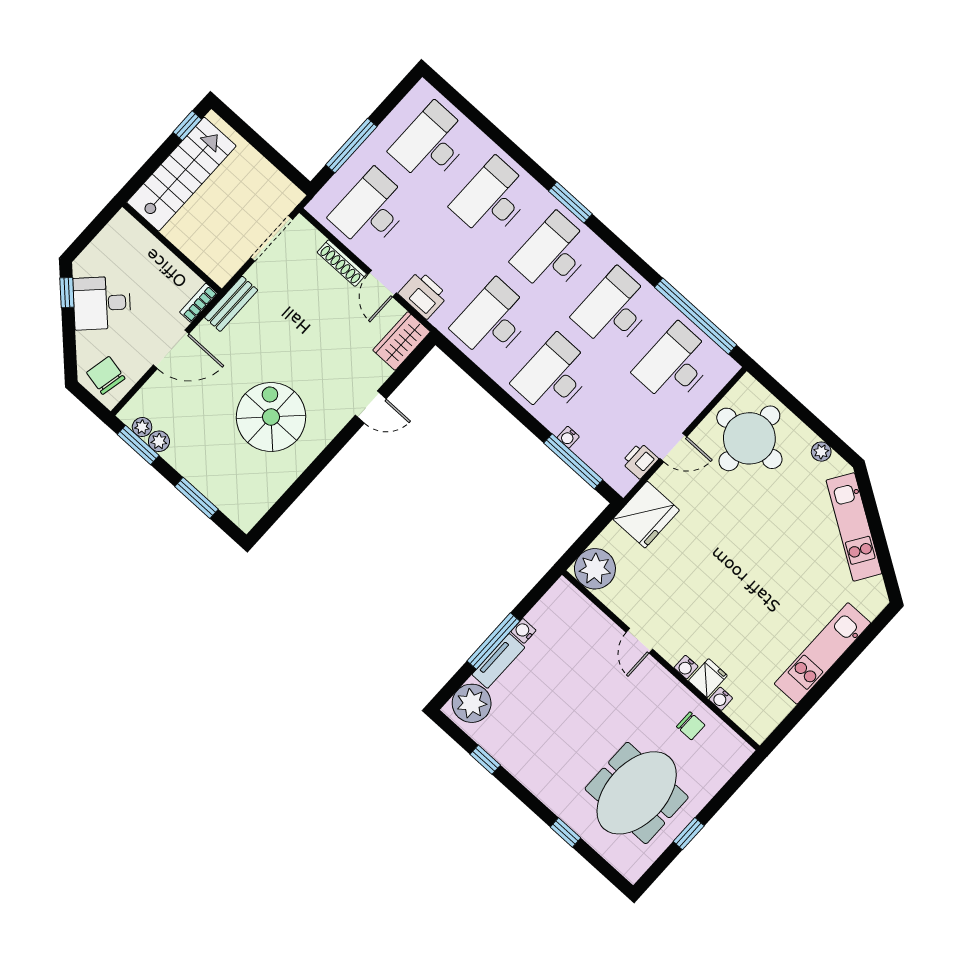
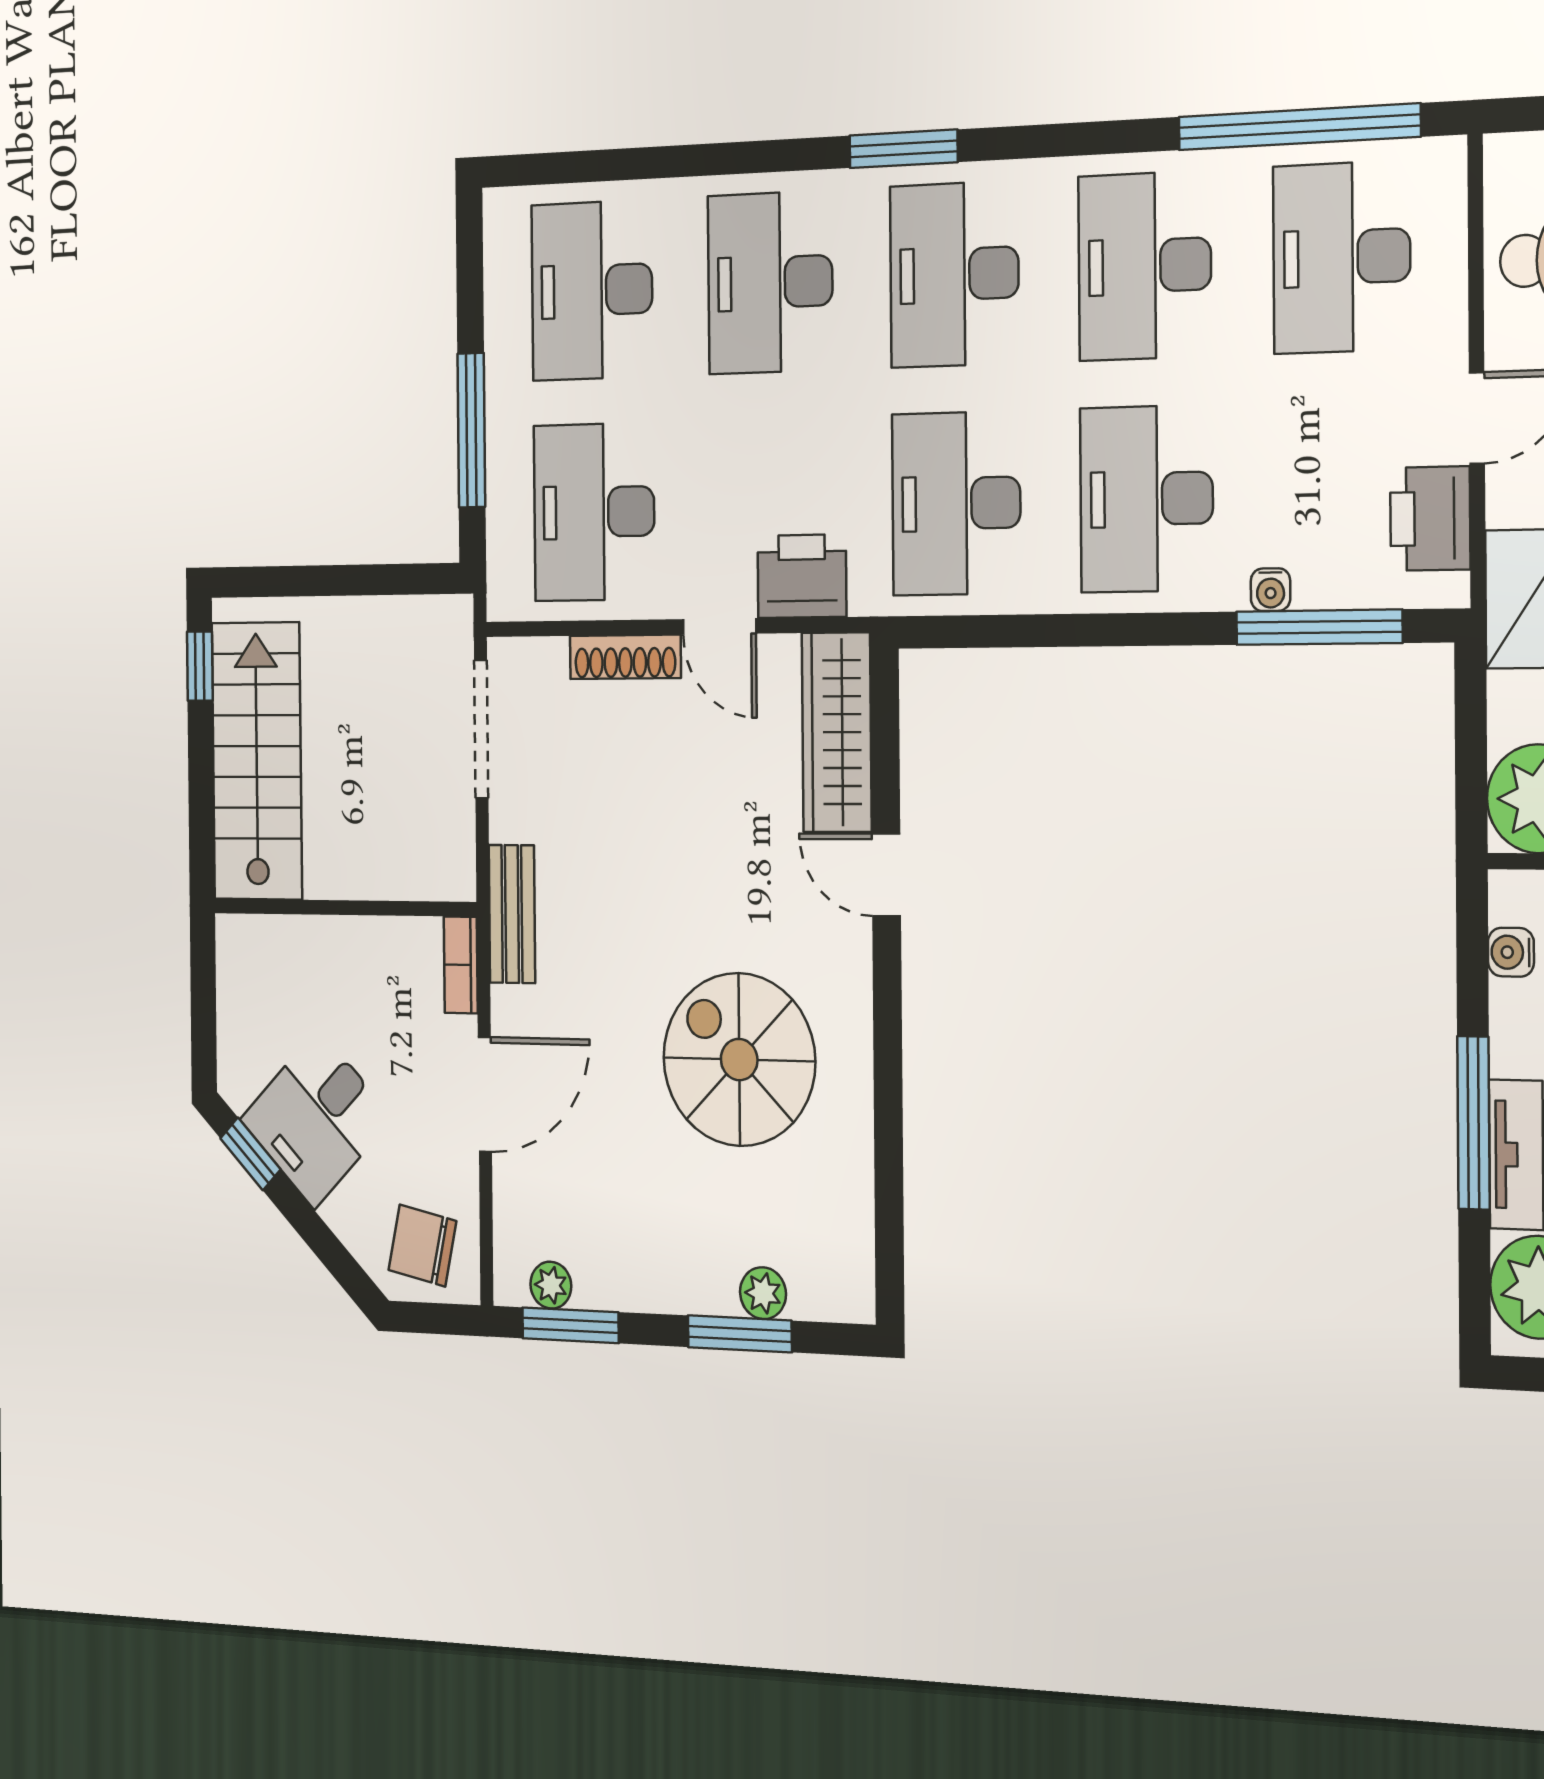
wardrobe: (401, 341) -> (837, 732), width x1.50
door: (371, 407) -> (886, 875), swing flipped
plant: (159, 441) -> (763, 1293), moved
printer: (640, 461) -> (1430, 519), width x1.36, depth x1.24
water cooler: (523, 631) -> (1511, 952), moved

